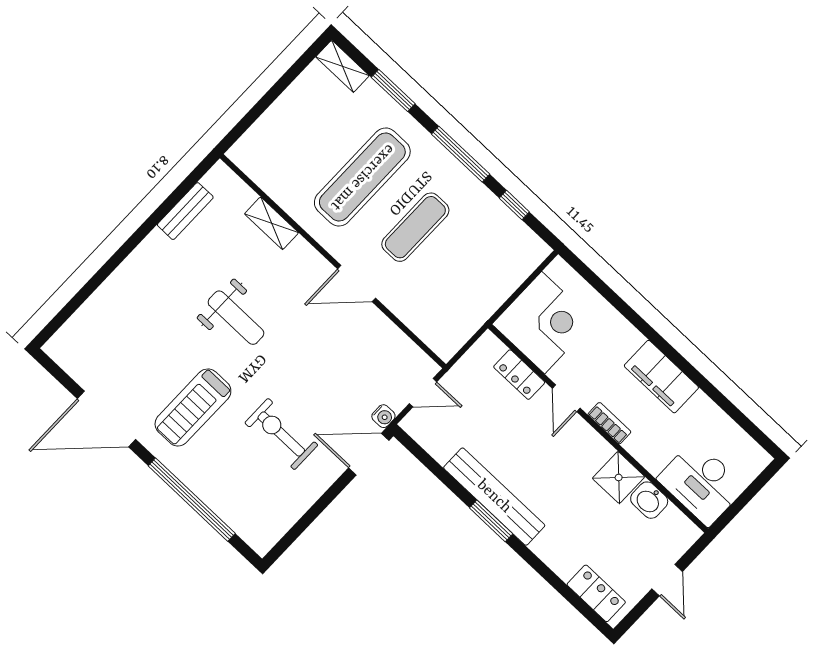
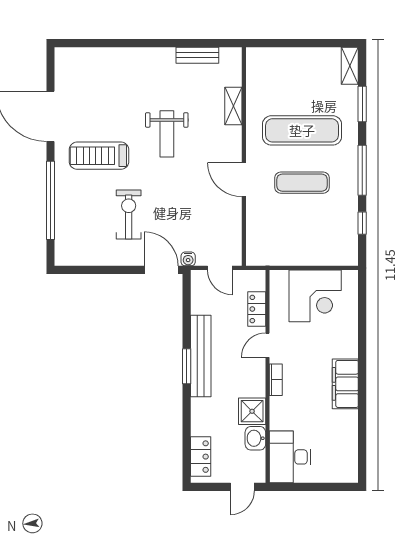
locker: (519, 375) -> (257, 309), moved
door: (566, 398) -> (267, 345), moved
bookcase: (609, 423) -> (276, 380), moved
wall: (598, 428) -> (267, 376), moved
shower: (619, 477) -> (252, 411), moved
desk: (701, 483) -> (290, 457), moved
washbasin: (649, 500) -> (255, 438), moved

